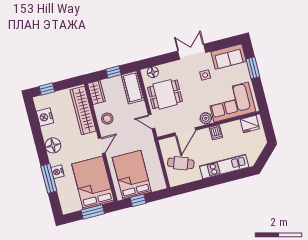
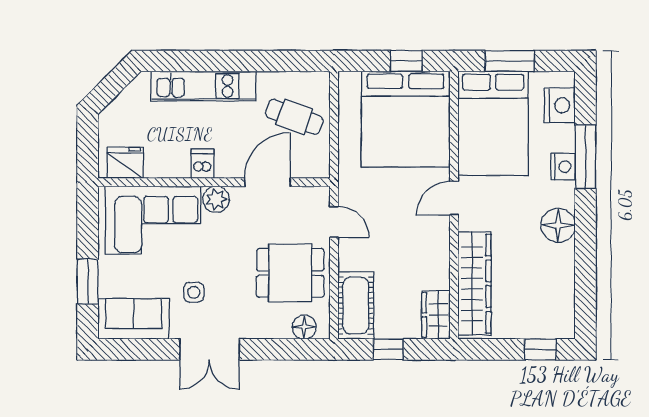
nightstand: (45, 117) -> (560, 105), moved
stool: (107, 119) -> (427, 253), removed
bed: (132, 175) -> (406, 119), width x1.36

